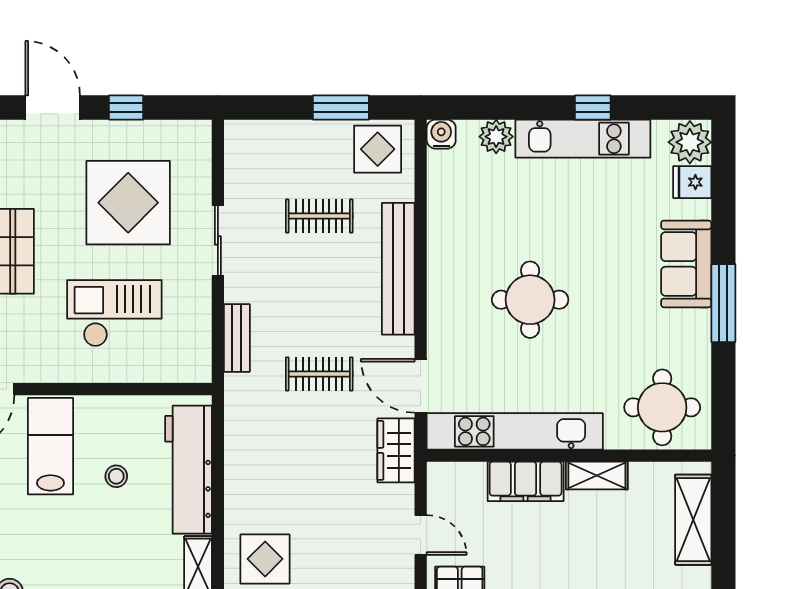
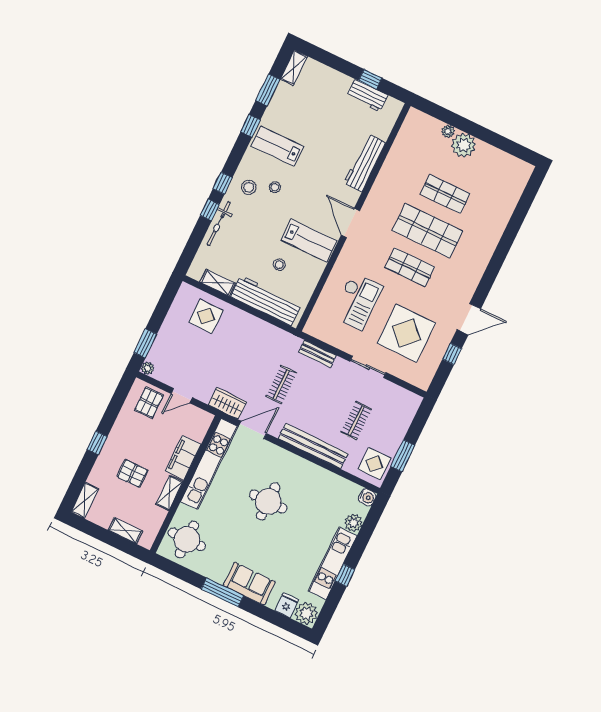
shelving: (693, 520) -> (125, 531), width x0.67, depth x0.75
pallet: (595, 555) -> (132, 473), added

